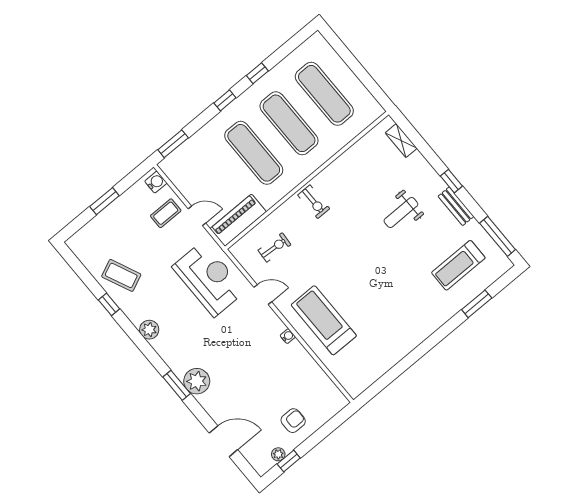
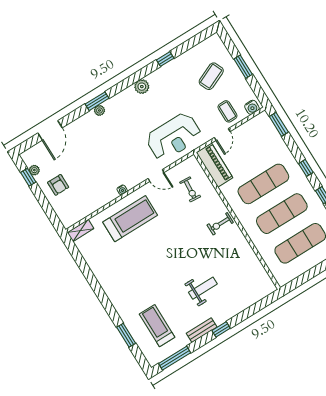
shelving: (401, 141) -> (80, 231), moved
weight bench: (401, 213) -> (203, 288), turned 90
coffee table: (121, 275) -> (211, 76), moved
door: (263, 295) -> (156, 176), hinge flipped
plant: (197, 381) -> (99, 110), width x0.53, depth x0.53

